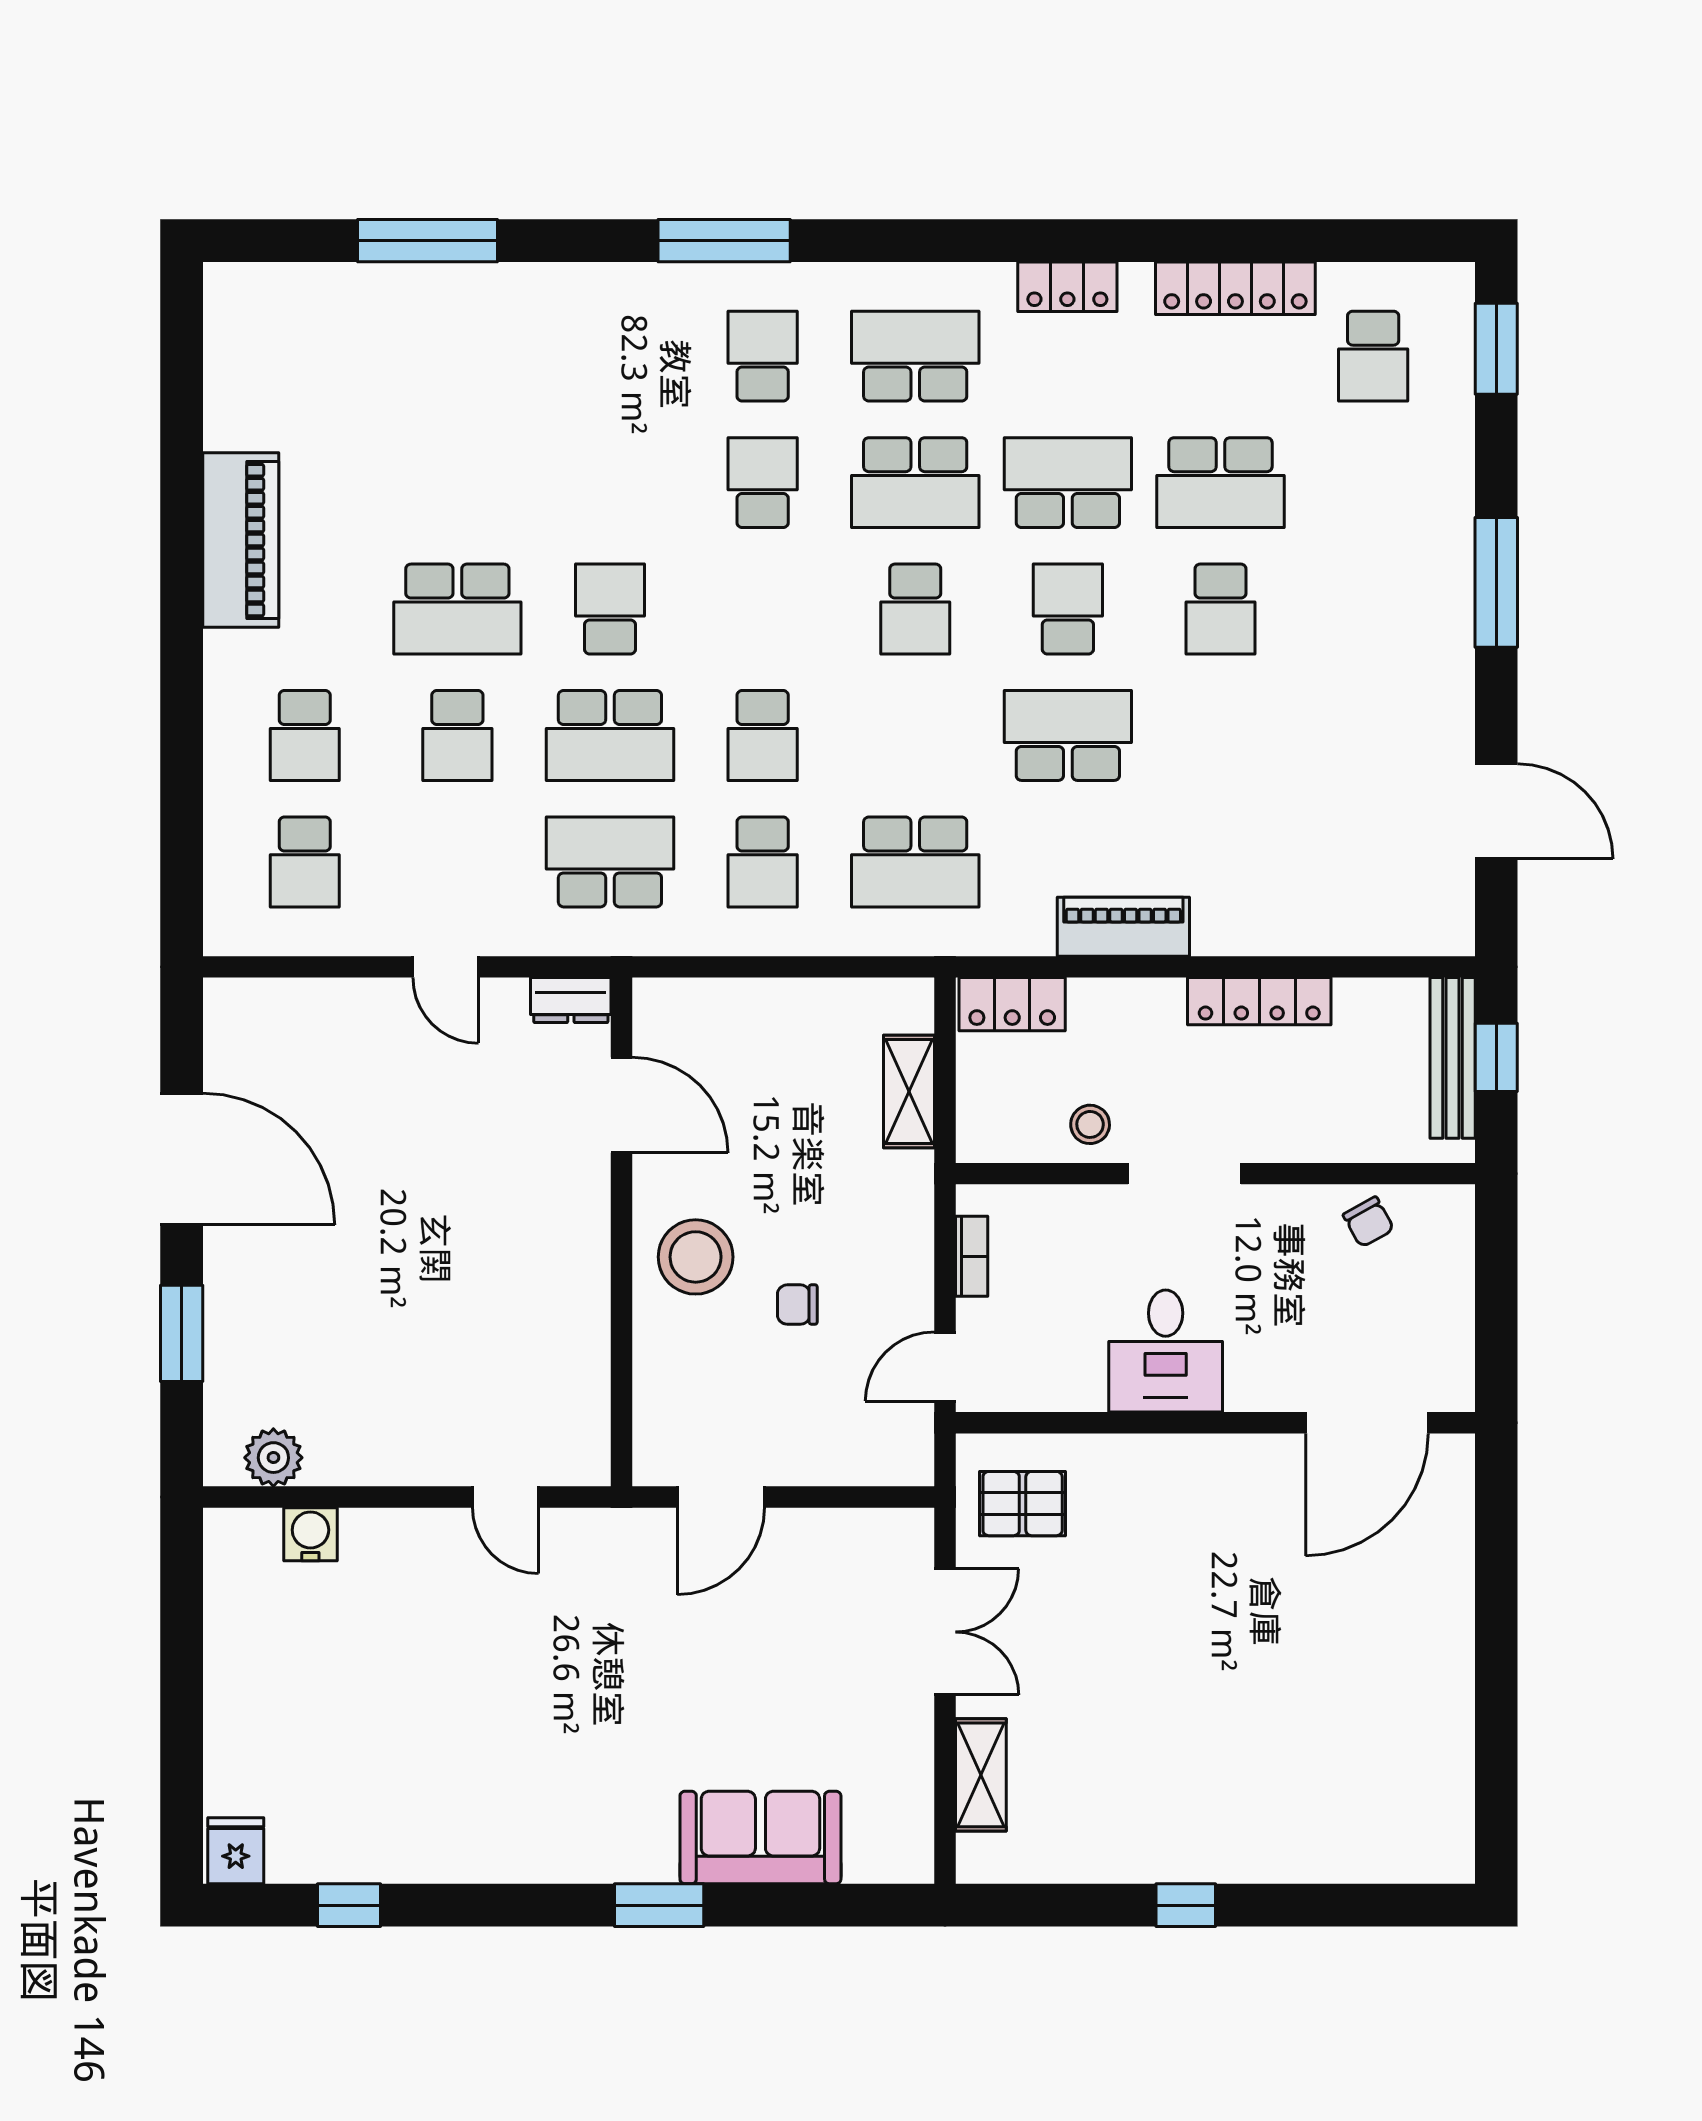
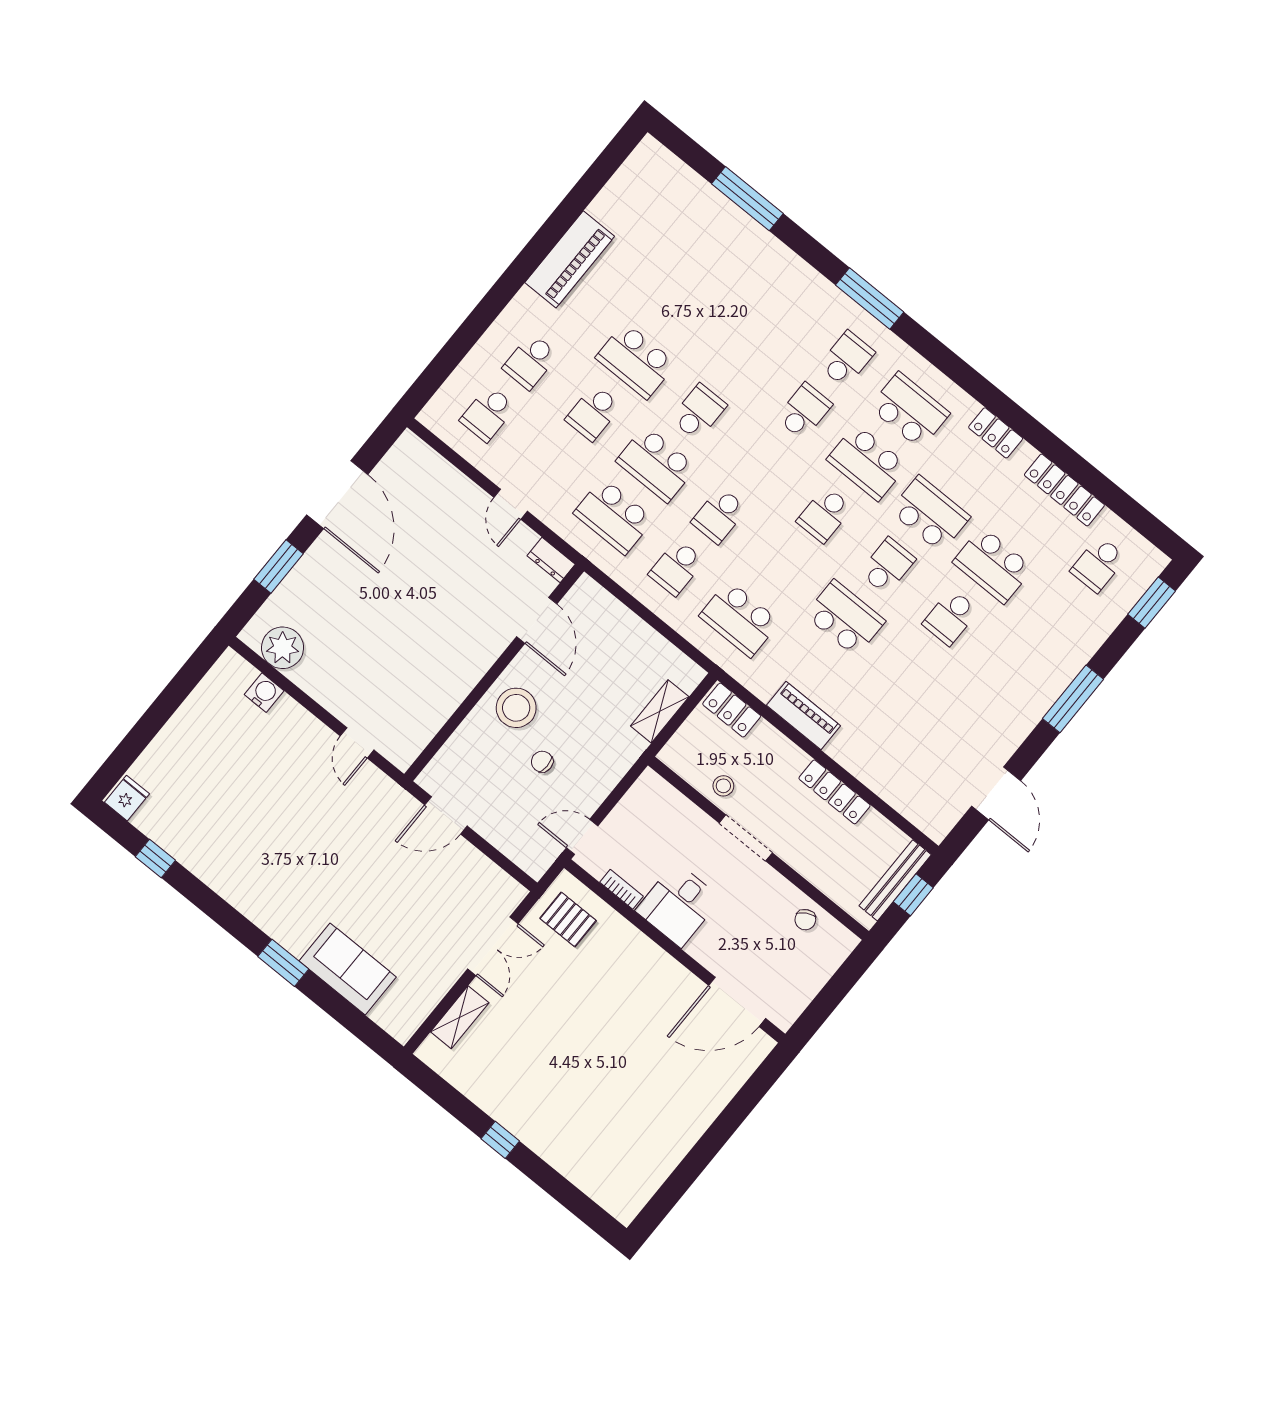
school desk: (610, 862) -> (614, 516), turned 180
bookcase: (972, 1256) -> (621, 889), moved, turned -90
plant: (273, 1458) -> (283, 648), width x1.36, depth x1.36

